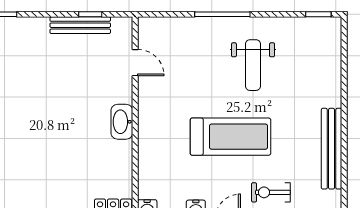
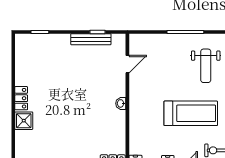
door: (135, 63) -> (127, 64), hinge flipped
washbasin: (122, 122) -> (121, 103), width x0.52, depth x0.69

